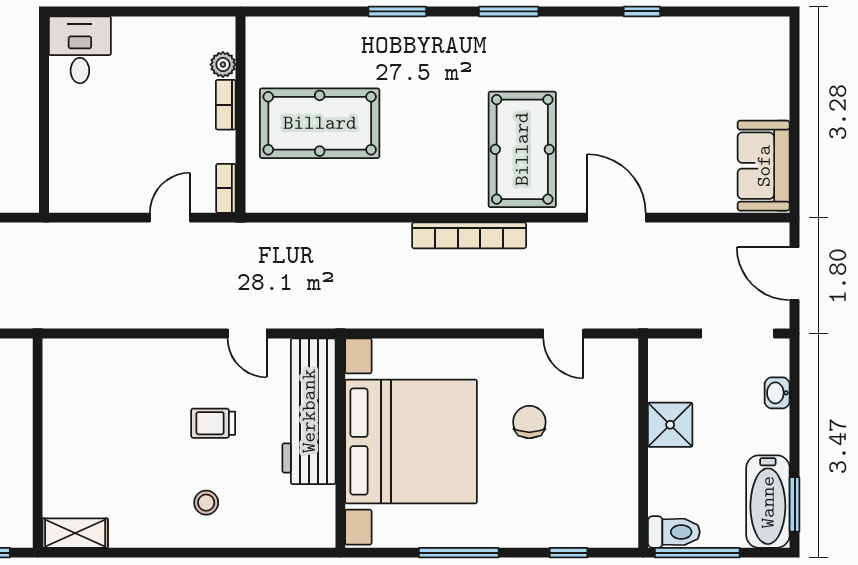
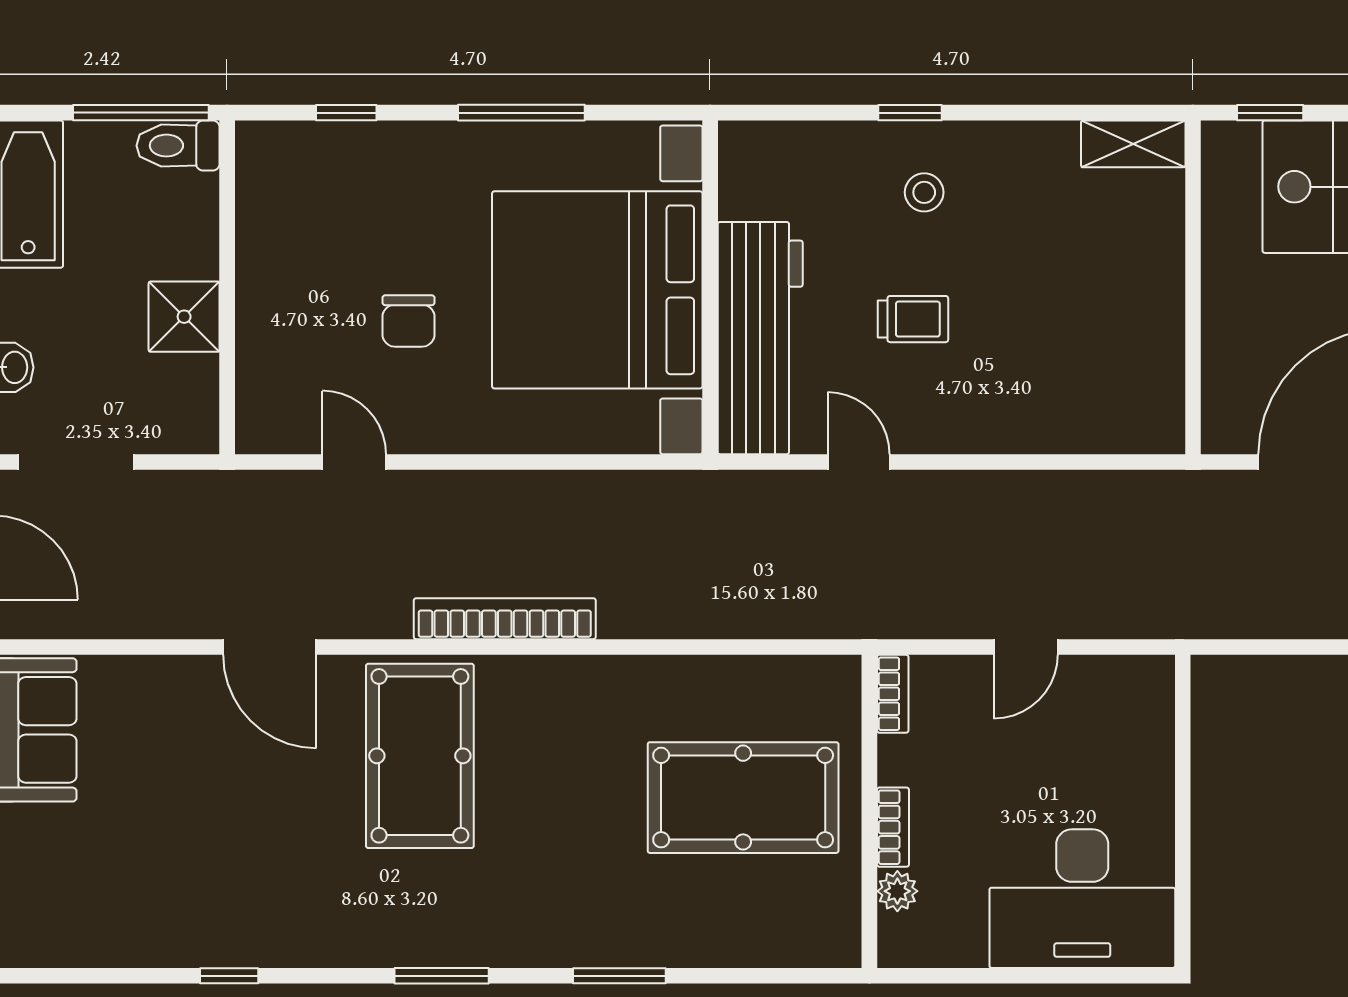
desk: (80, 50) -> (1082, 899), width x1.87, depth x1.30
door: (170, 218) -> (1026, 647), moved
window: (215, 553) -> (910, 113), added

